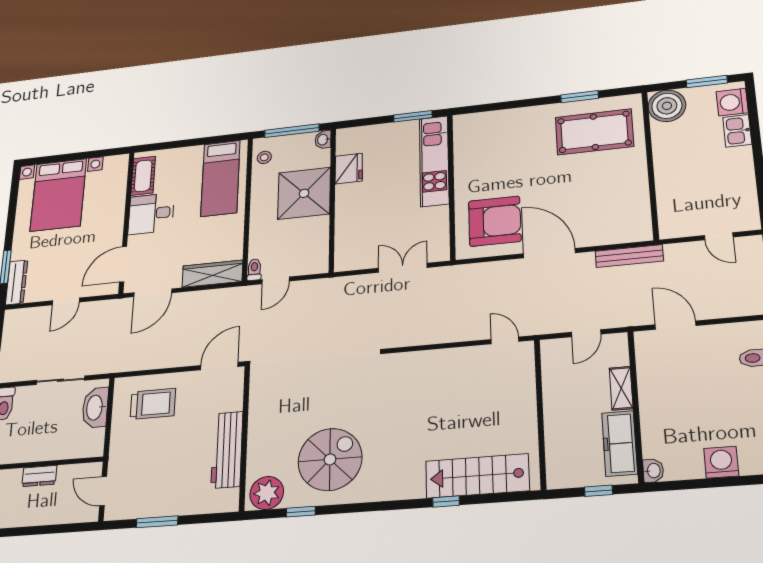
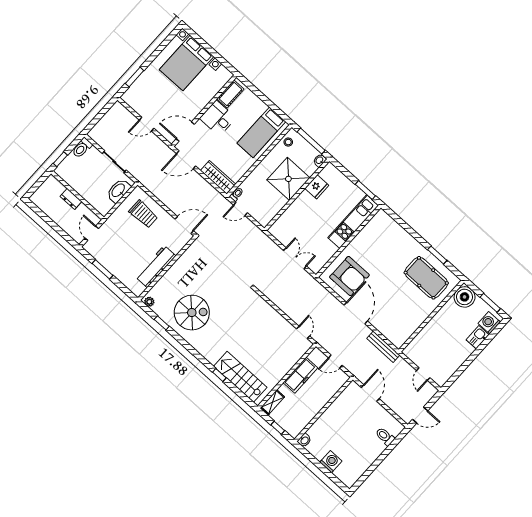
dresser: (17, 282) -> (133, 91), removed
shelving: (621, 388) -> (273, 402), moved
freezer: (620, 443) -> (300, 375), moved, turned 180
plant: (267, 493) -> (149, 302), width x0.53, depth x0.53

